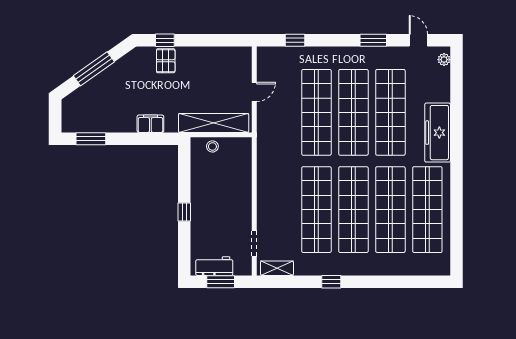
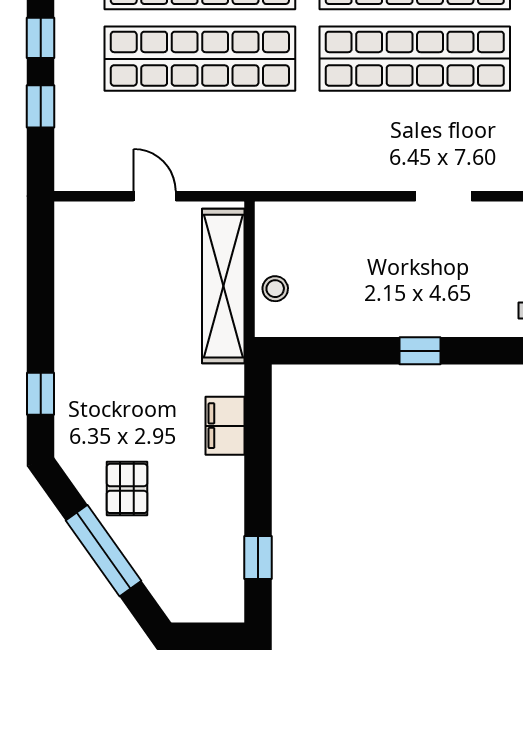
window: (326, 40) -> (41, 38), added
pallet: (166, 61) -> (127, 488), moved, turned 90
window: (91, 139) -> (258, 557), width x0.67
doorway: (254, 244) -> (444, 196), moved

